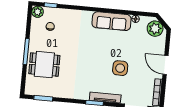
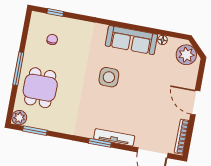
plant: (38, 12) -> (19, 118), moved
dining table: (44, 65) -> (40, 88), turned 90
side table: (120, 68) -> (109, 77), moved

